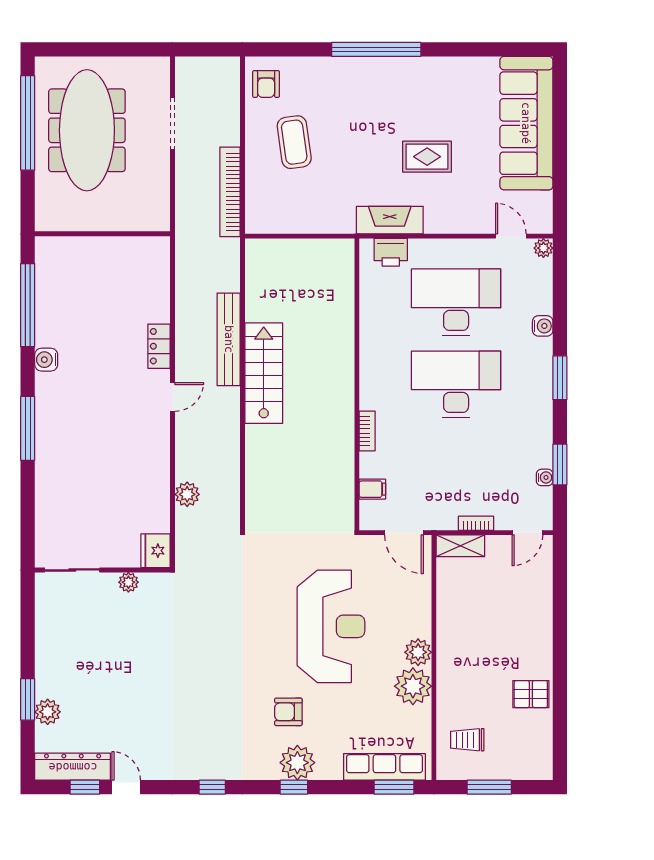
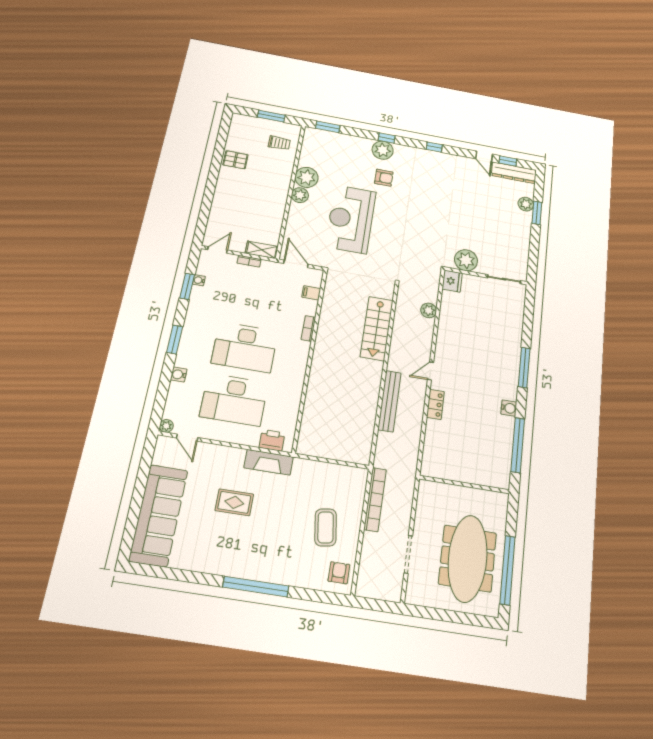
stairs: (264, 373) -> (377, 328), moved
plant: (128, 582) -> (466, 260), width x1.87, depth x1.87
row of seats: (384, 767) -> (332, 138), removed

